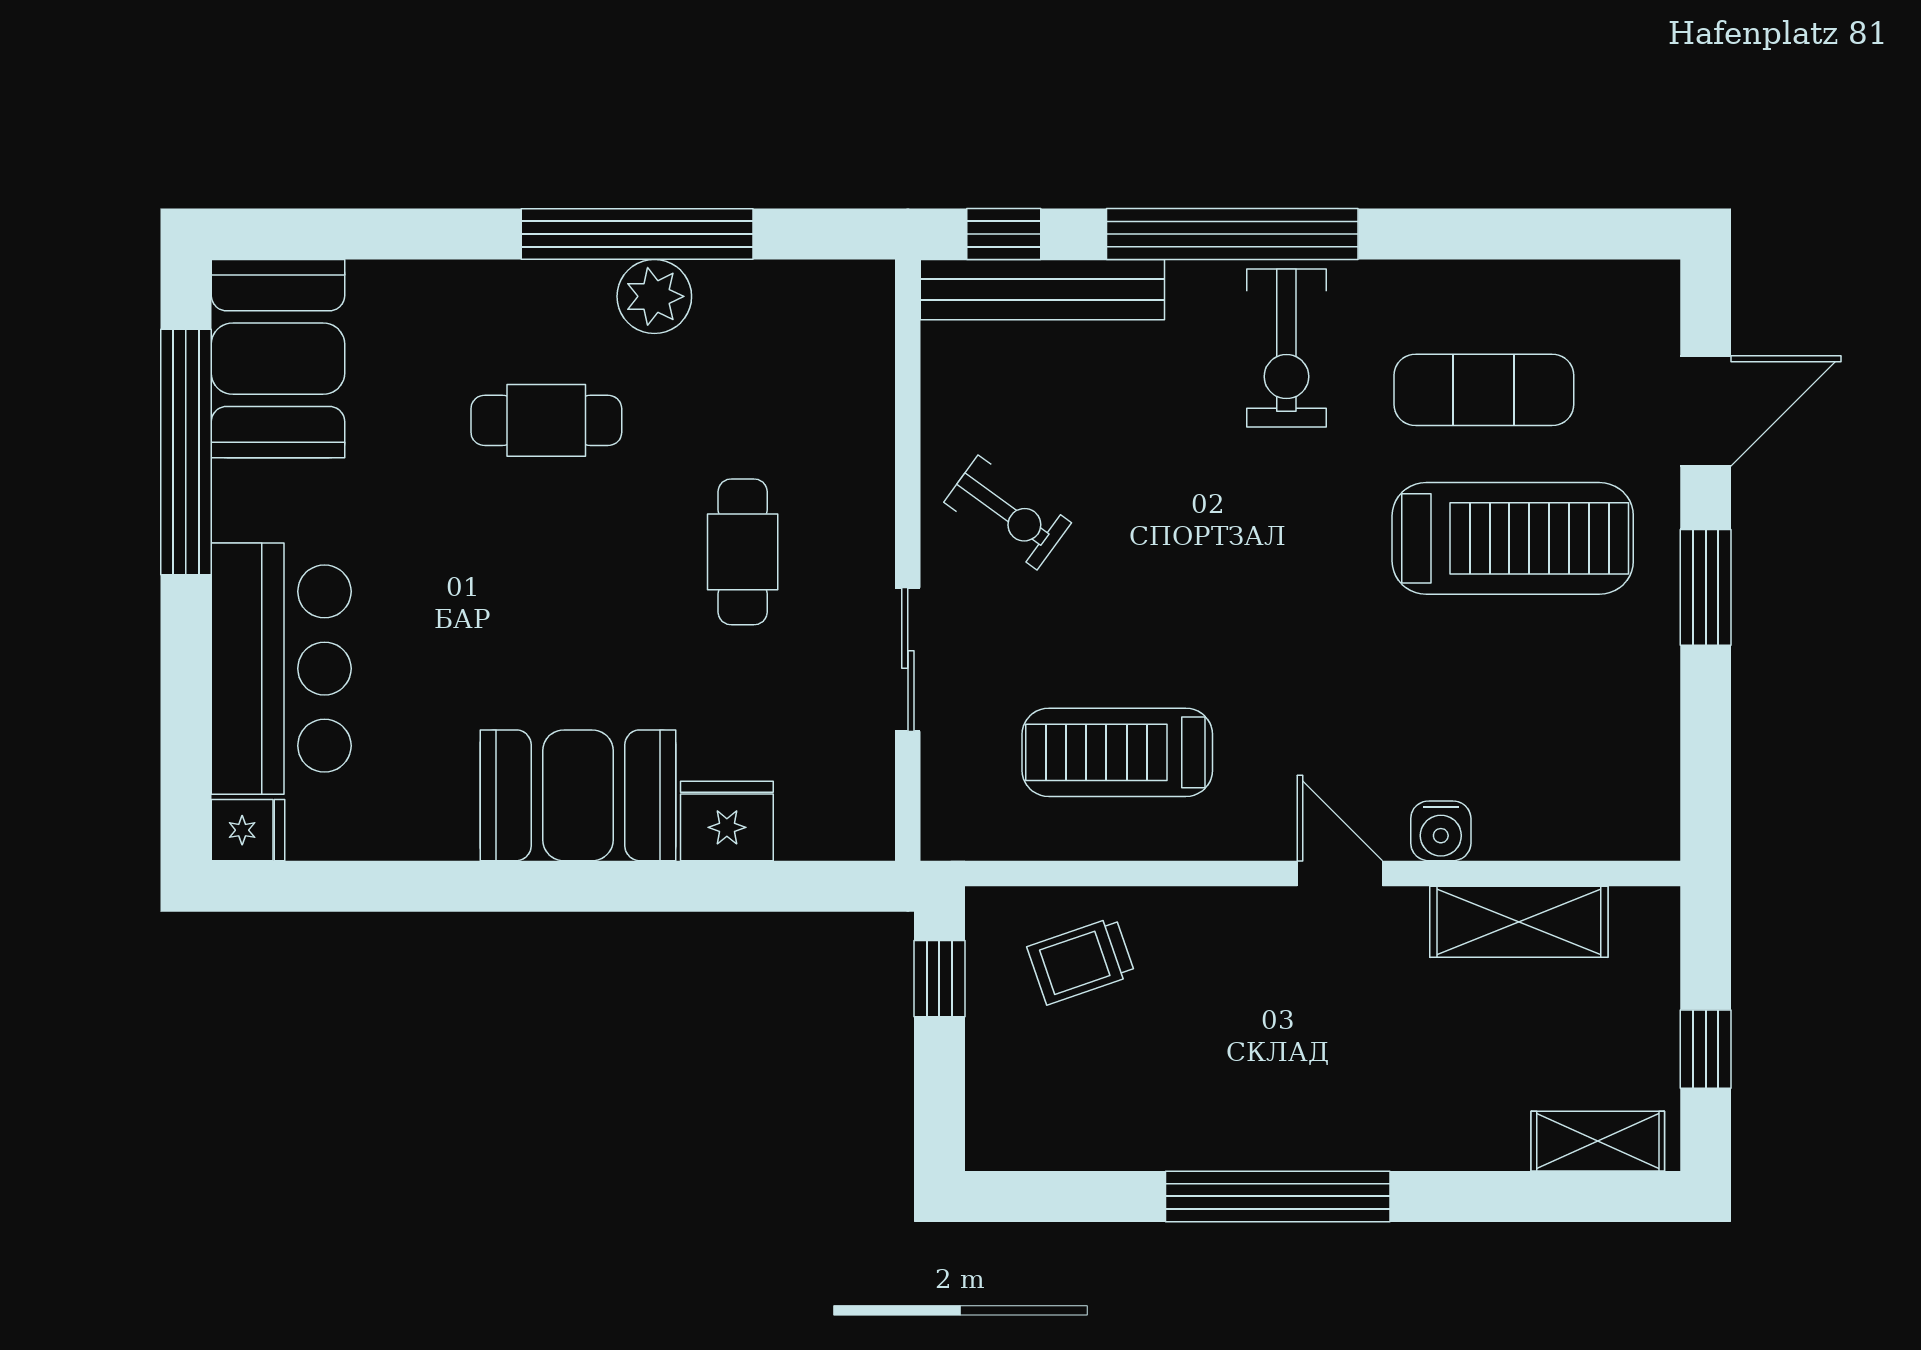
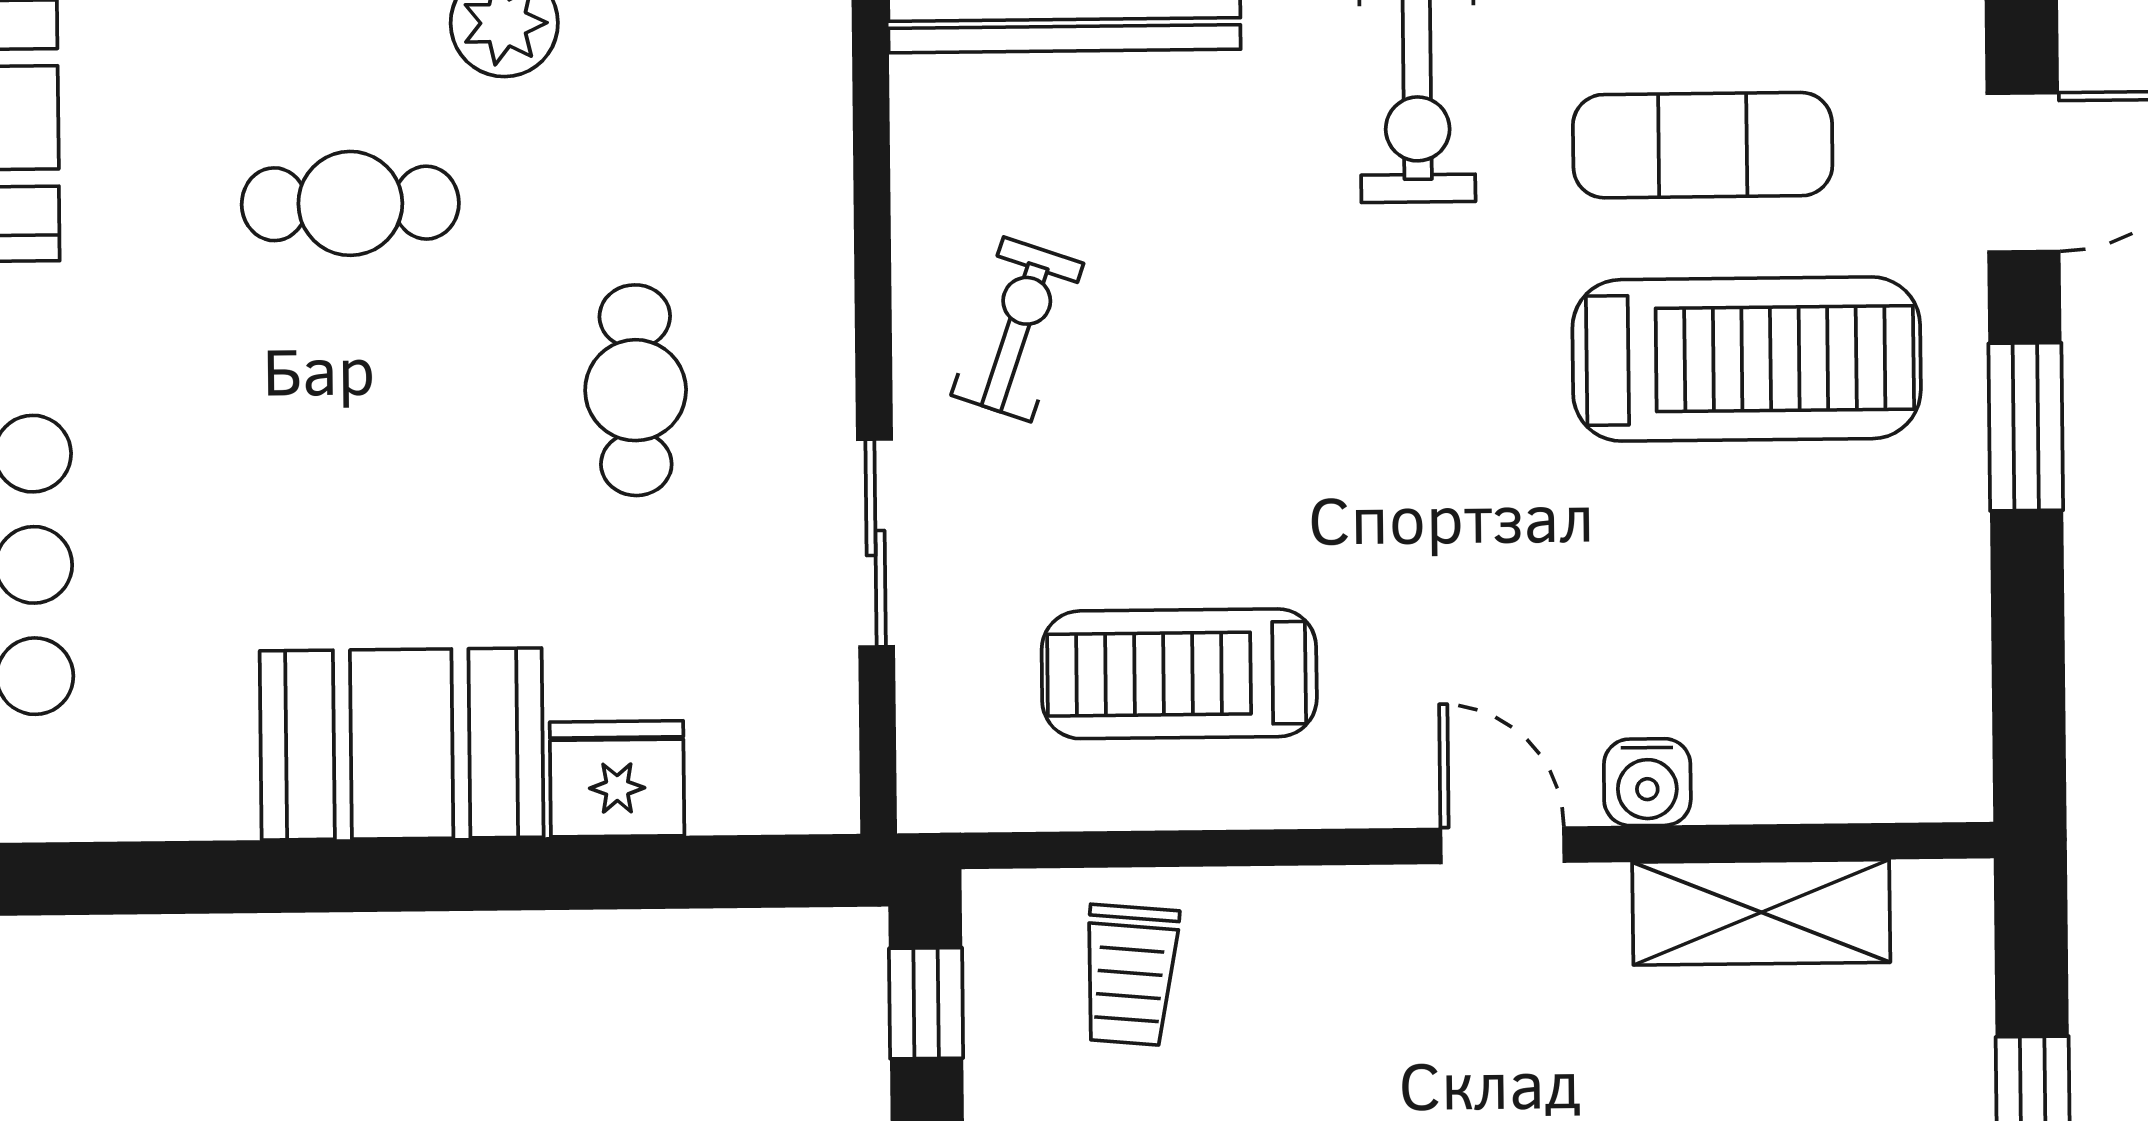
exercise bike: (1008, 513) -> (1017, 329), turned -107
trolley: (1081, 961) -> (1130, 975), turned -66

